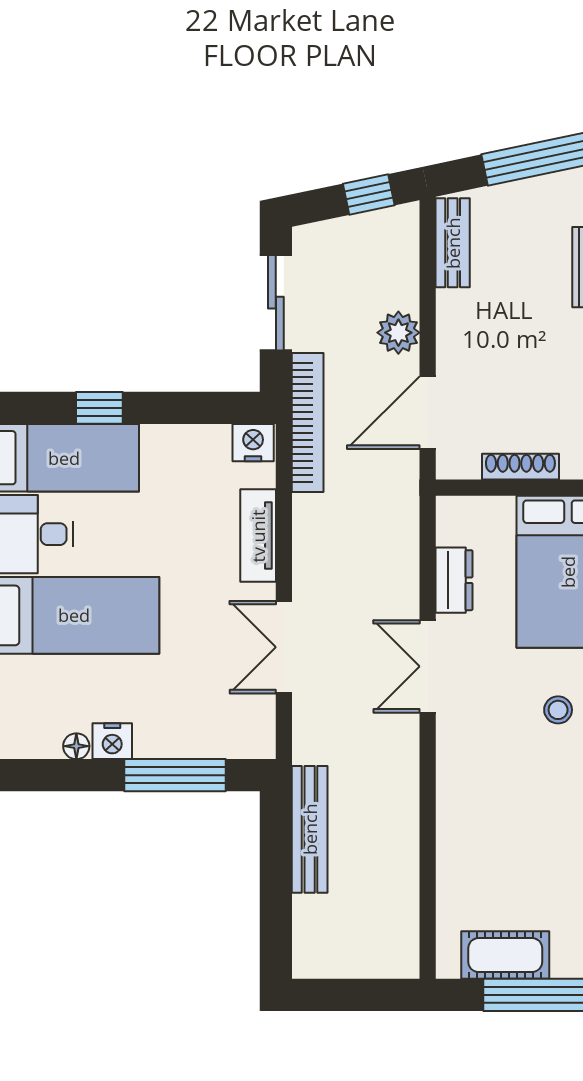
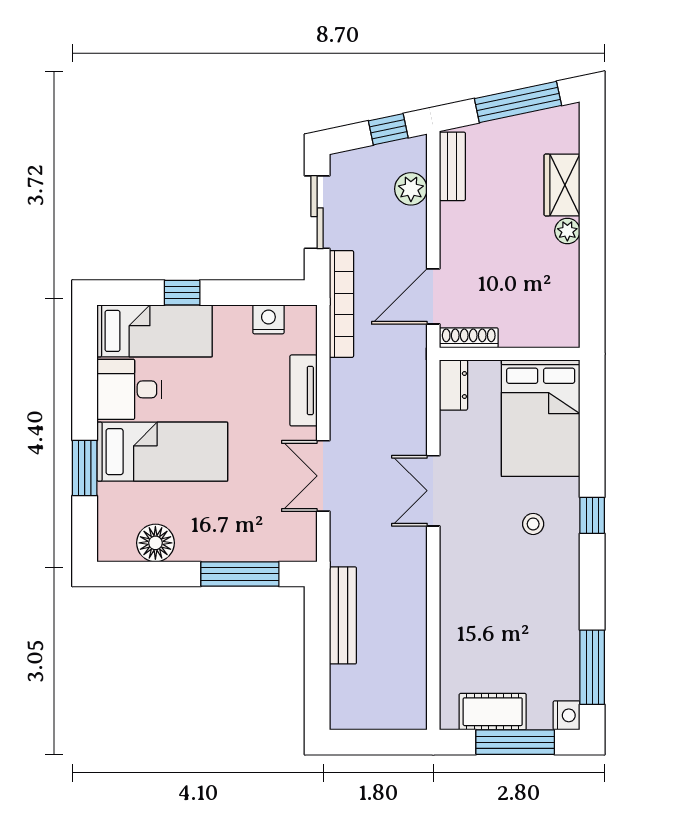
plant: (398, 333) -> (411, 189), moved
nightstand: (253, 443) -> (268, 319), moved
shoe rack: (520, 467) -> (469, 338), moved
dresser: (454, 580) -> (453, 385), moved
nightstand: (112, 741) -> (192, 548), removed
floor lamp: (76, 746) -> (155, 543), width x1.89, depth x1.89

